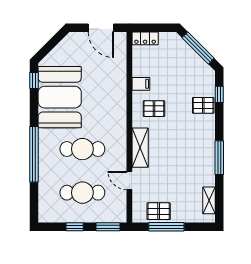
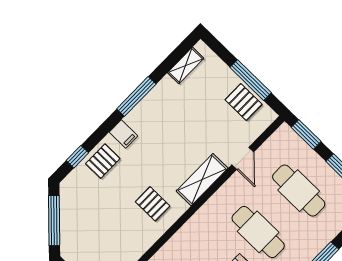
filing cabinet: (141, 84) -> (123, 134), moved, turned 180
pallet: (203, 105) -> (103, 161), turned 90

